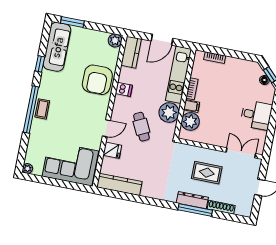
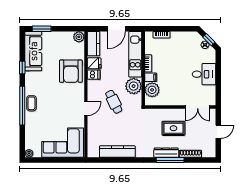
fridge: (112, 150) -> (94, 63), moved
double door: (241, 153) -> (198, 107), swing flipped
kitchen counter: (119, 184) -> (117, 152), moved

